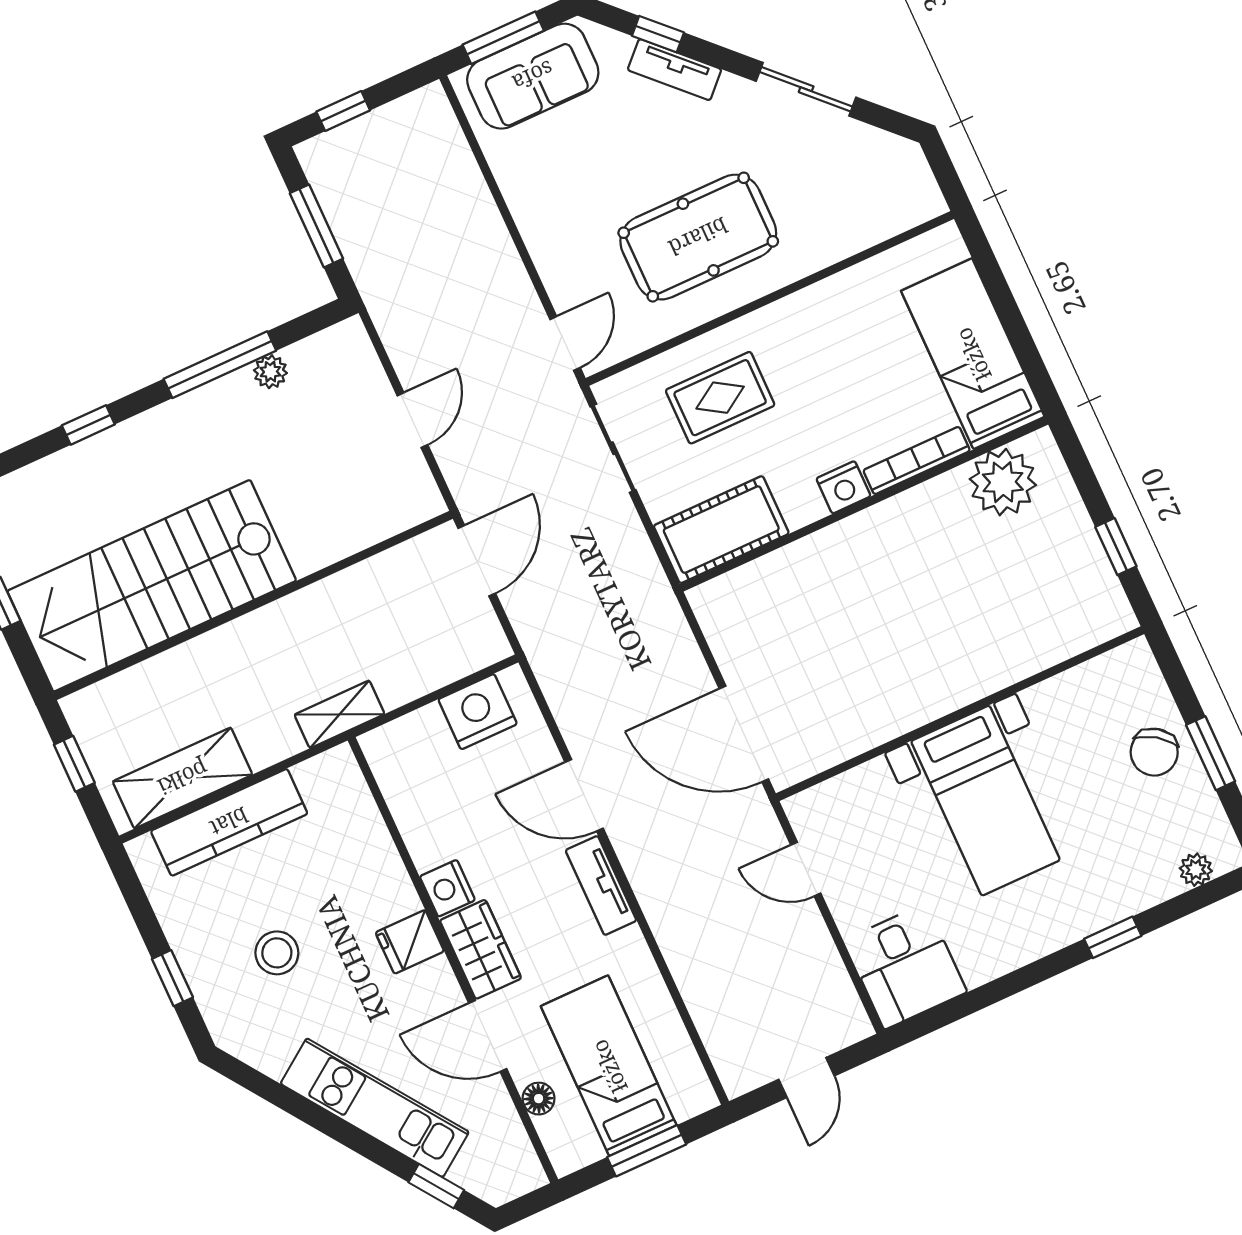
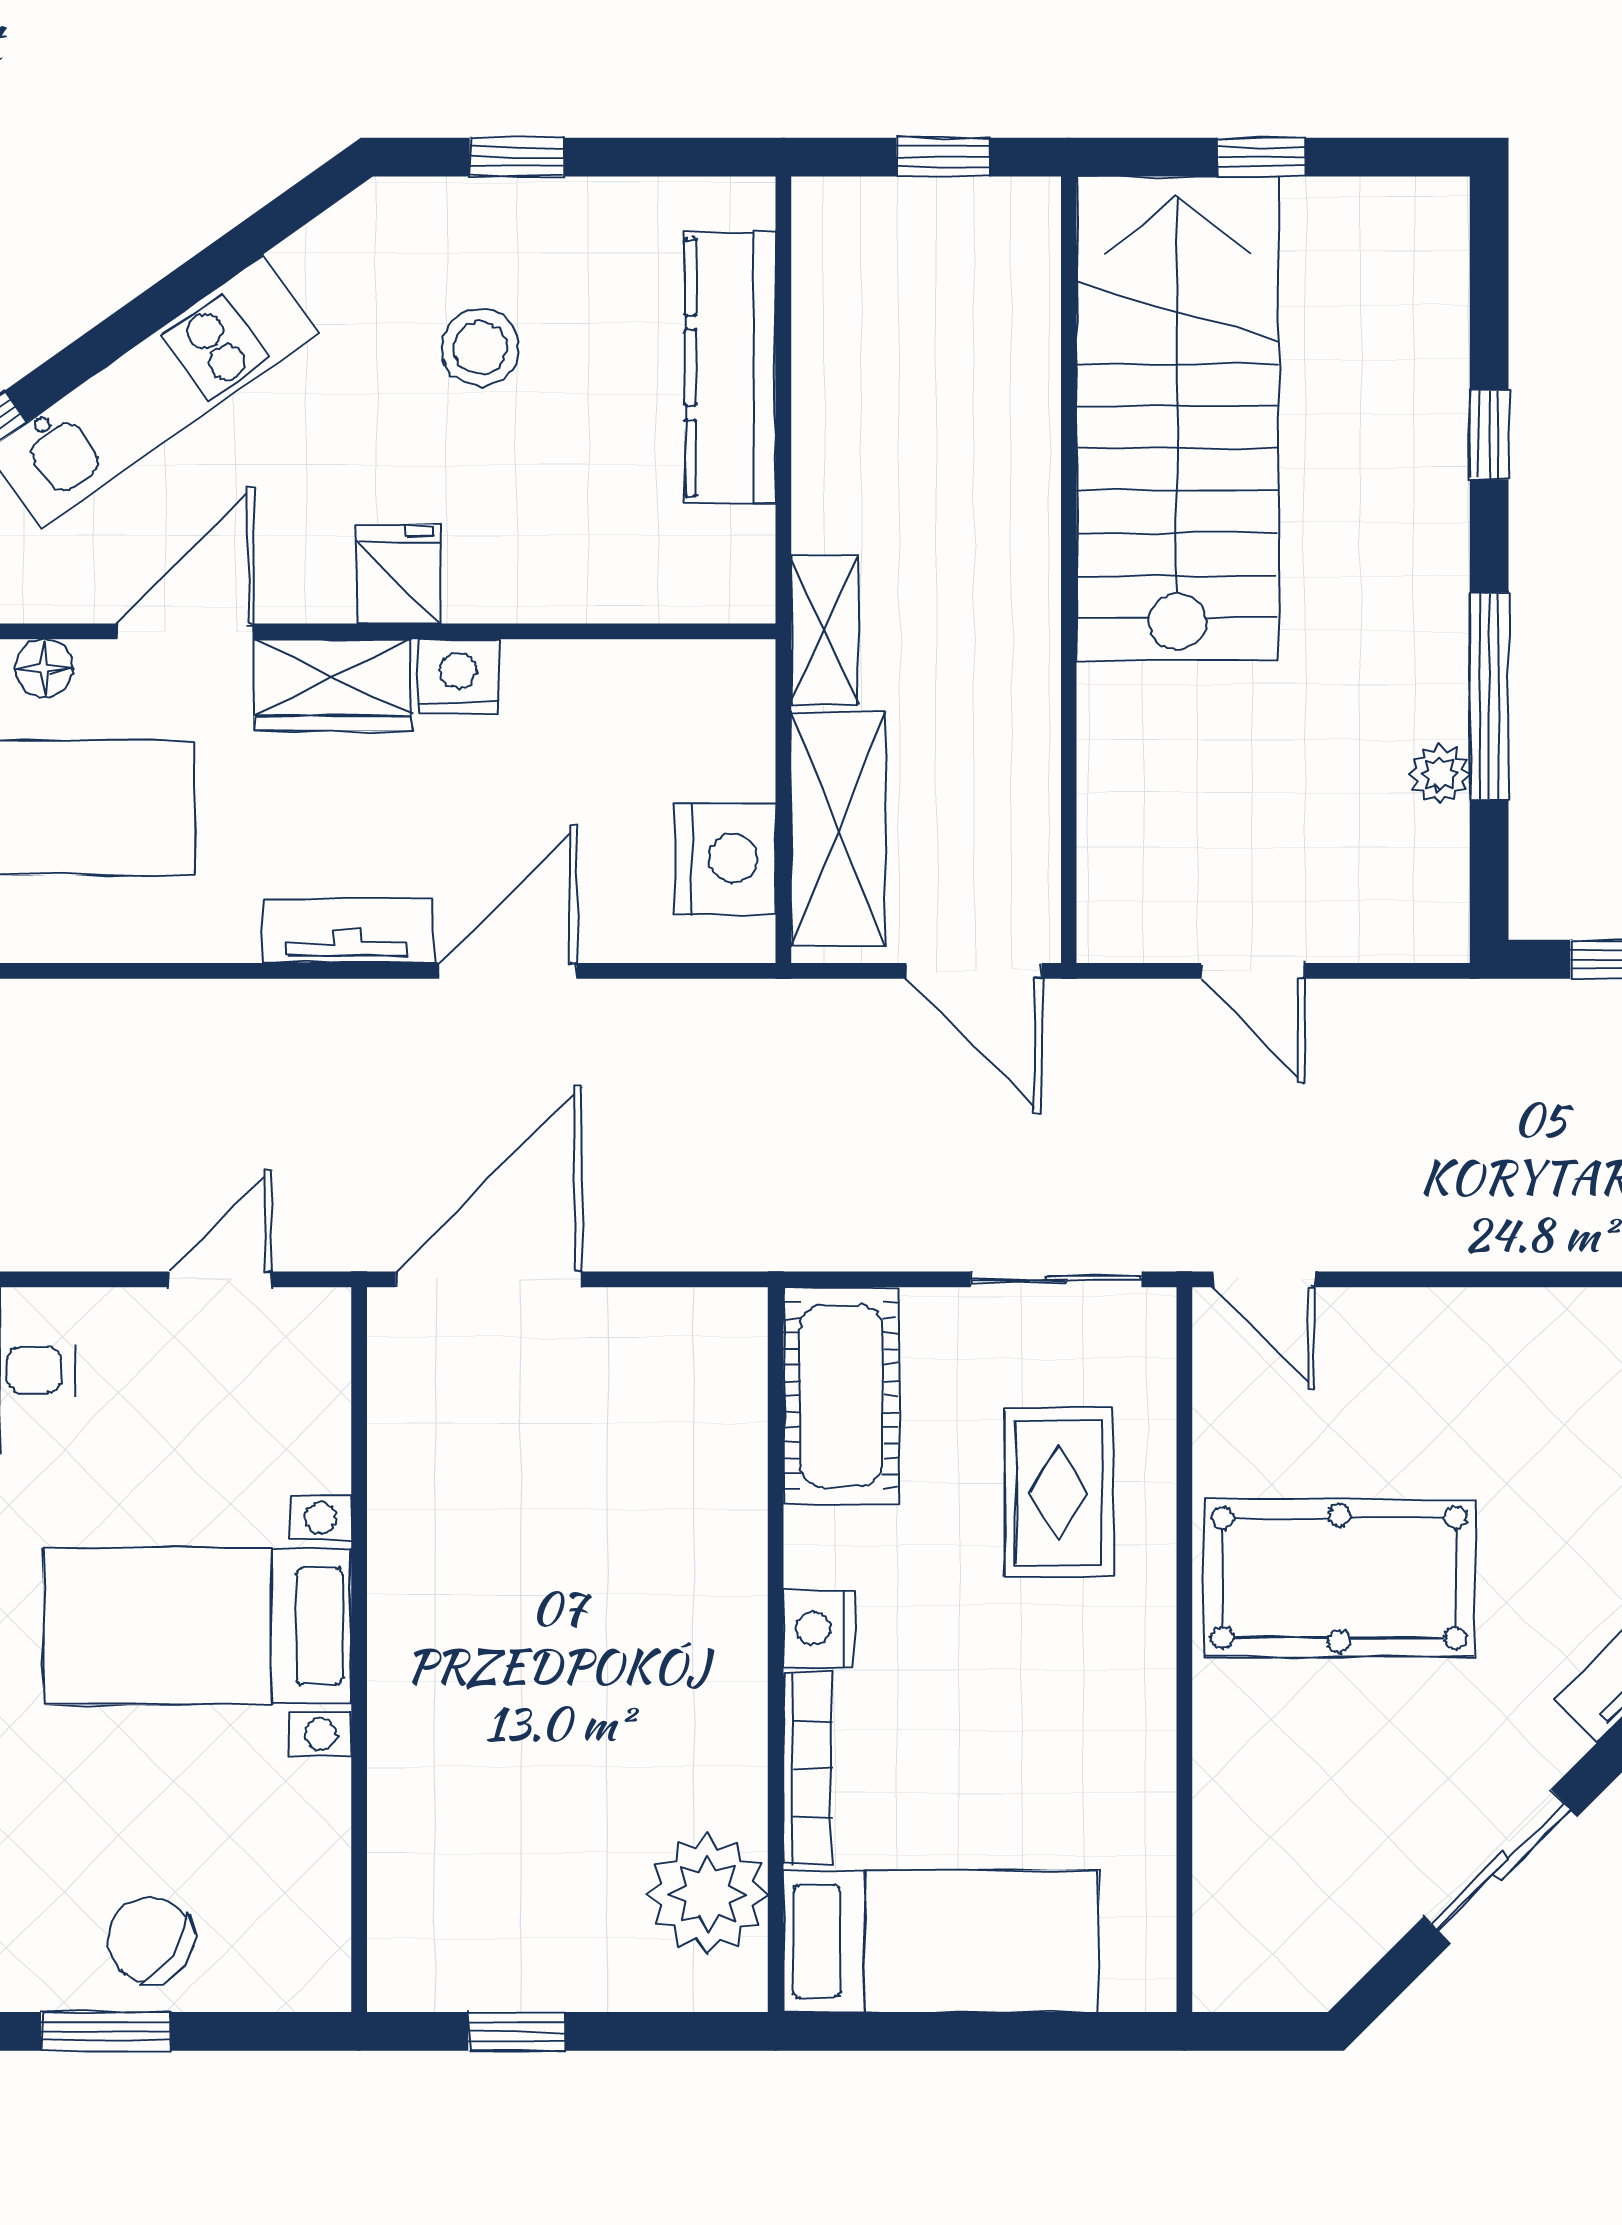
pool table: (698, 237) -> (1339, 1578), turned 90
shelving: (183, 778) -> (838, 829), moved

